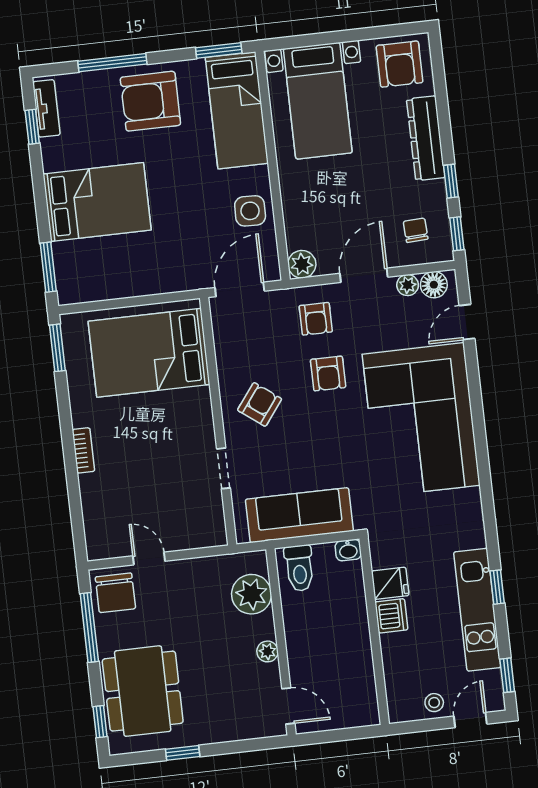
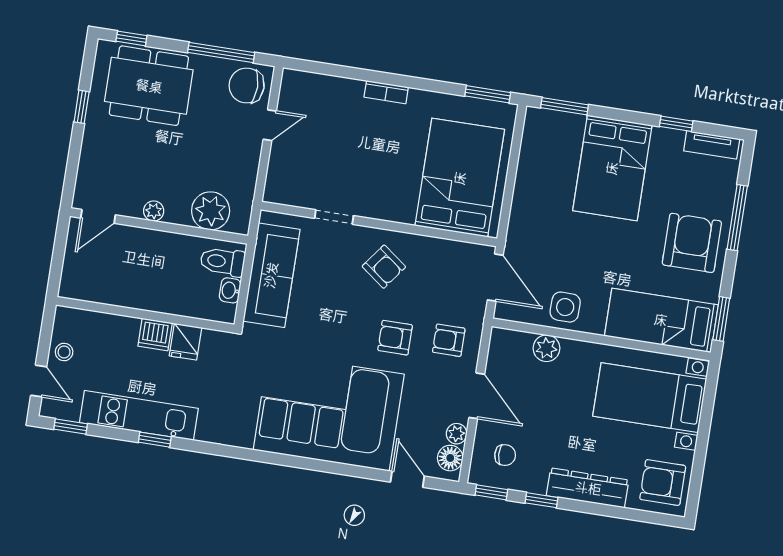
window: (32, 127) -> (676, 124), moved
plant: (302, 264) -> (546, 348), moved
washbasin: (348, 550) -> (230, 290), moved

